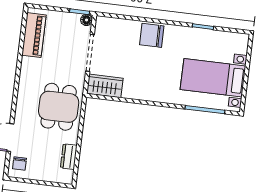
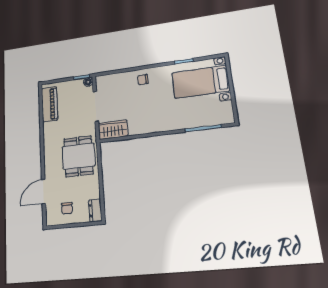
chair: (152, 35) -> (143, 80), width x0.54, depth x0.54
bed with nightstands: (213, 78) -> (201, 82), moved
dresser: (69, 157) -> (95, 210), moved
chair: (19, 163) -> (67, 208), moved

